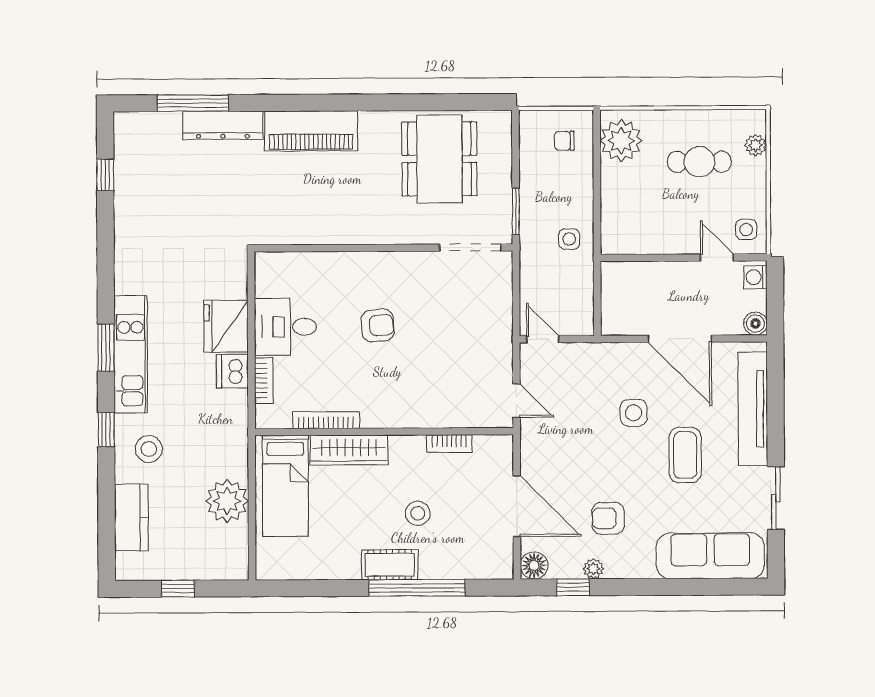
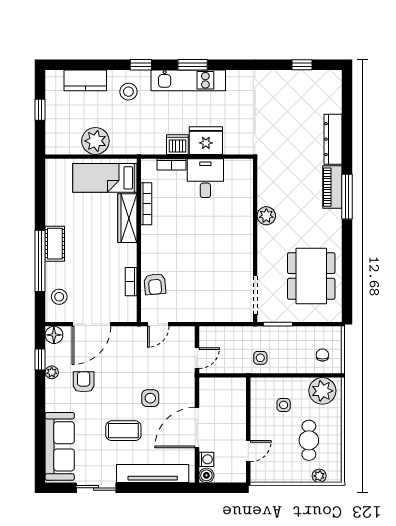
window: (193, 103) -> (347, 197), moved
piano: (311, 131) -> (332, 187), width x0.73, depth x0.75
dining table: (439, 159) -> (311, 276), turned 90
plant: (344, 230) -> (266, 216), added
side table: (746, 230) -> (284, 405), moved
washing machine: (755, 277) -> (206, 459), moved, turned 90
armchair: (378, 325) -> (155, 284), moved
door: (543, 339) -> (197, 358), moved
stool: (418, 513) -> (59, 297), moved

